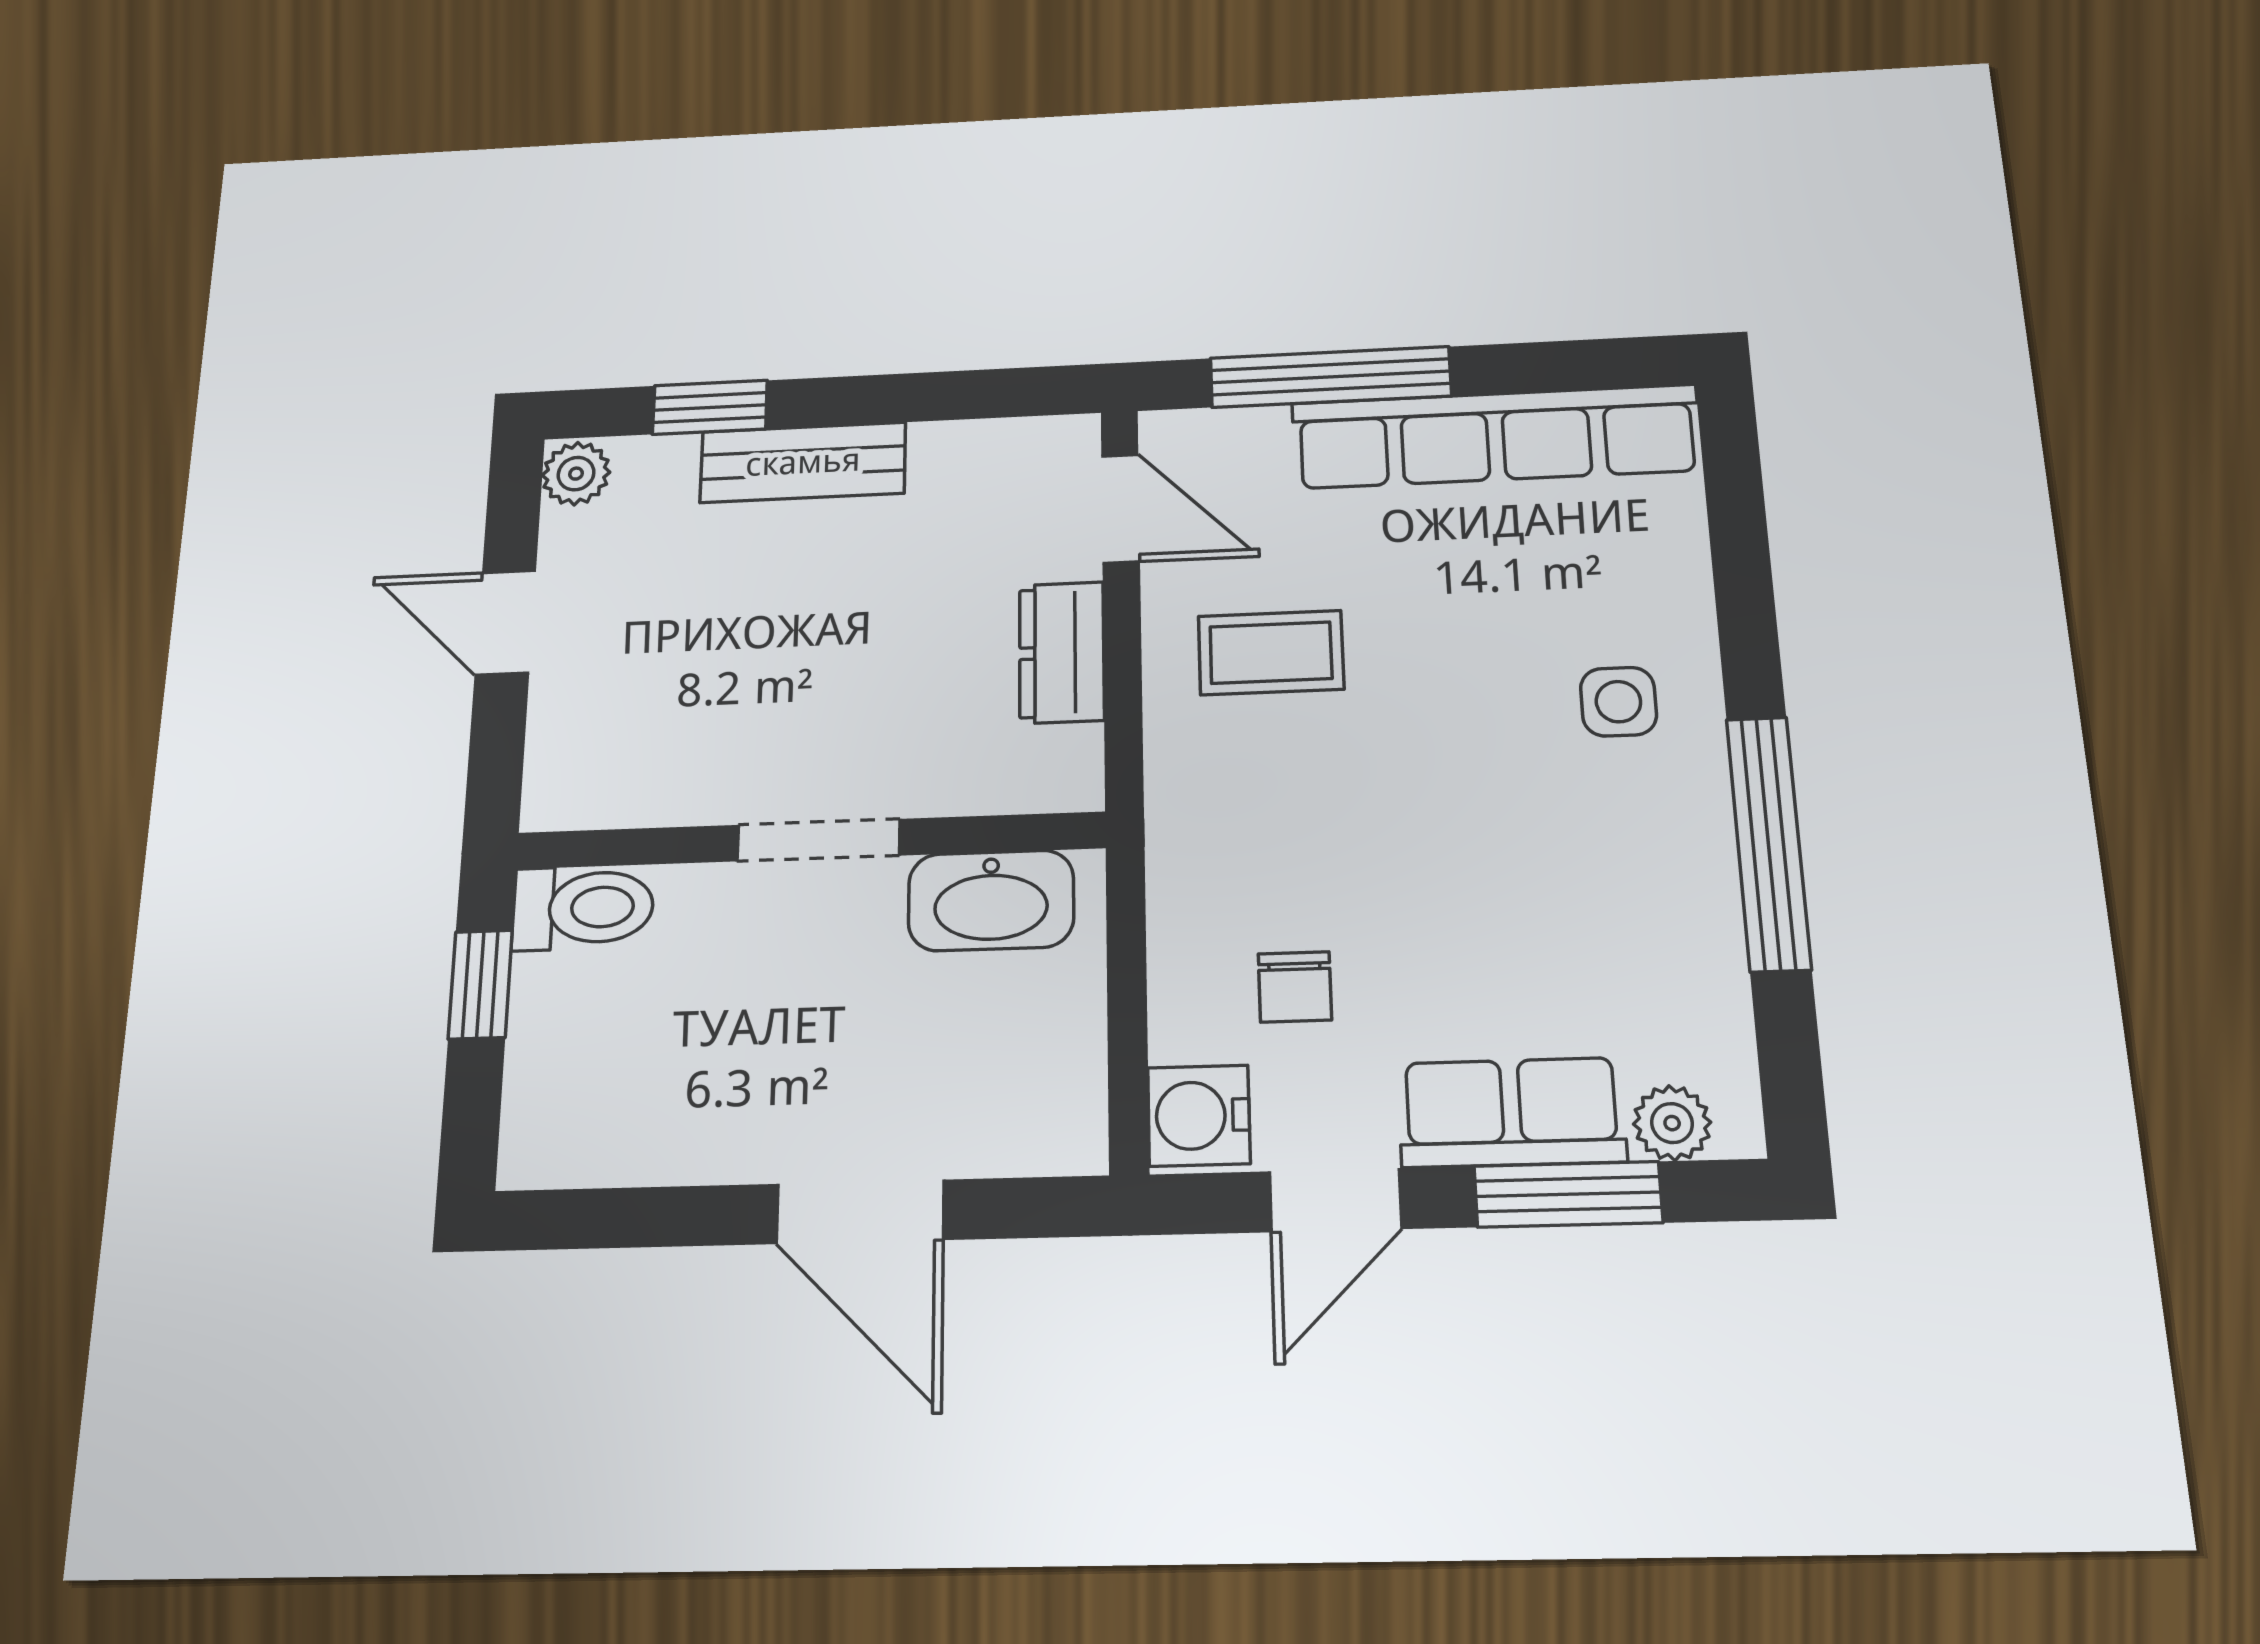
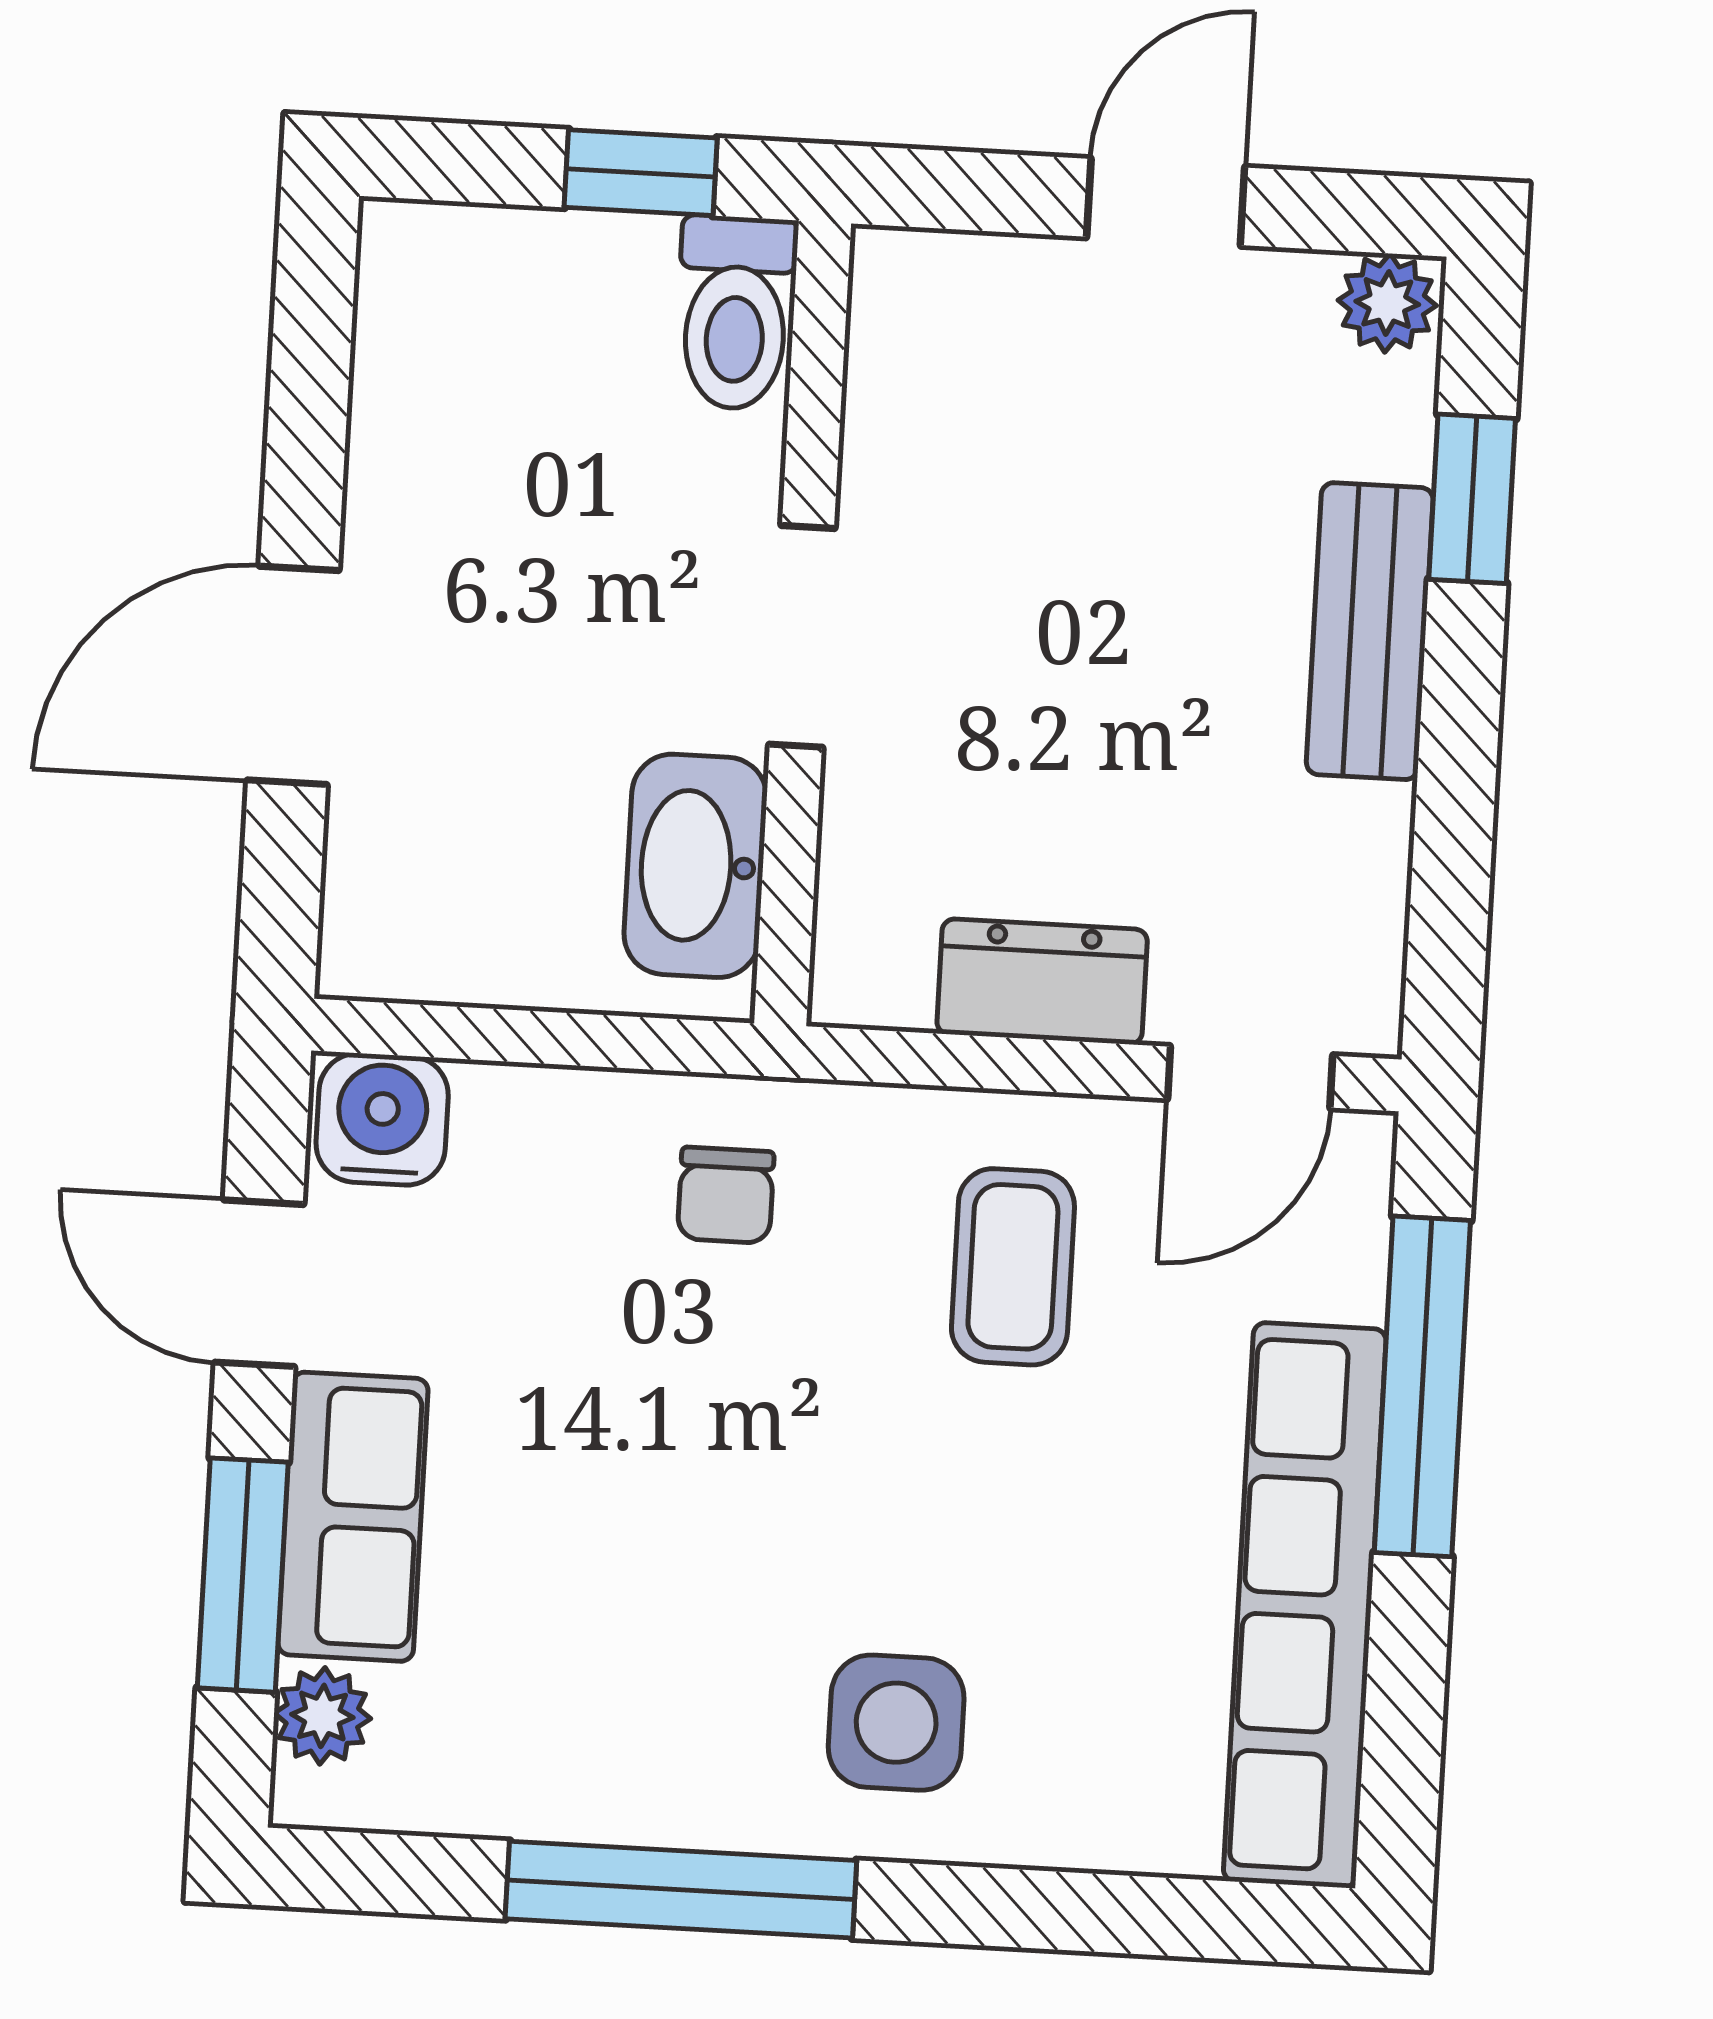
side table: (1618, 702) -> (896, 1723), width x1.37, depth x1.37
chair: (1295, 987) -> (726, 1195), moved, turned -90

